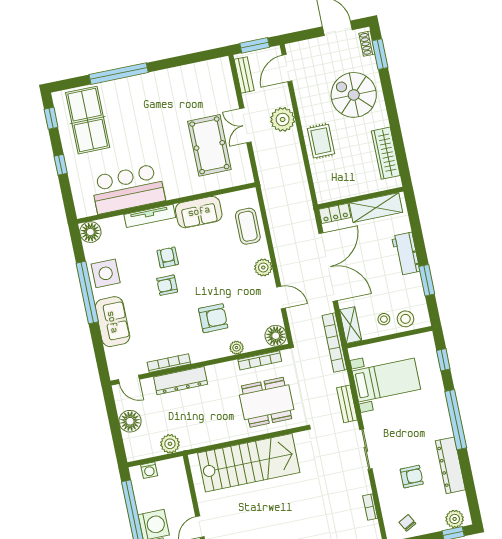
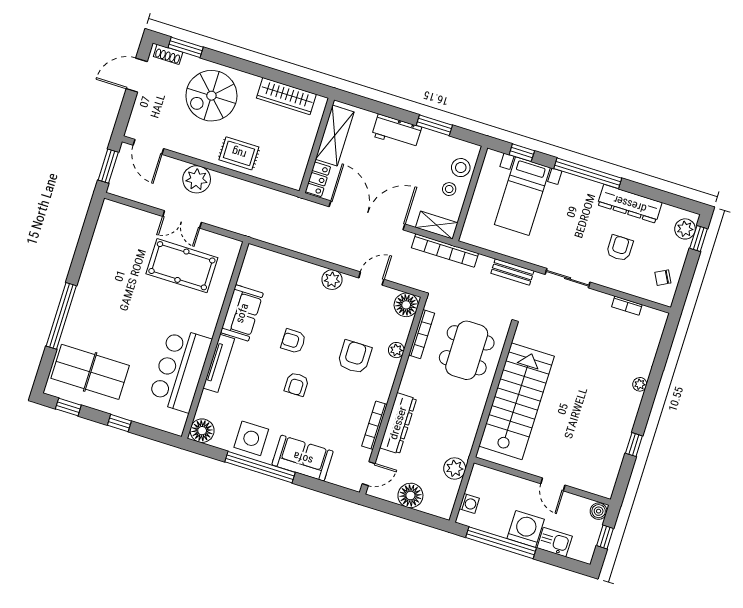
bench: (244, 75) -> (132, 193), removed
coffee table: (248, 226) -> (283, 272), removed
armchair: (168, 257) -> (293, 341), moved
bed with nightstands: (386, 380) -> (522, 196), moved, turned 180

